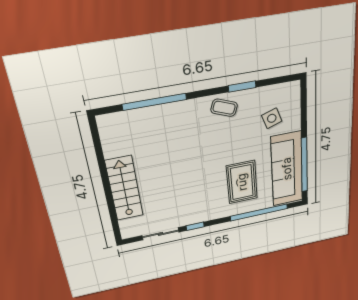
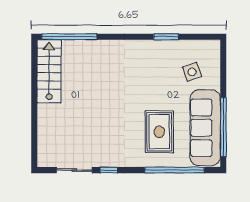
window: (155, 102) -> (69, 37), moved
coffee table: (224, 108) -> (148, 53), removed
stairs: (124, 188) -> (49, 71), moved

